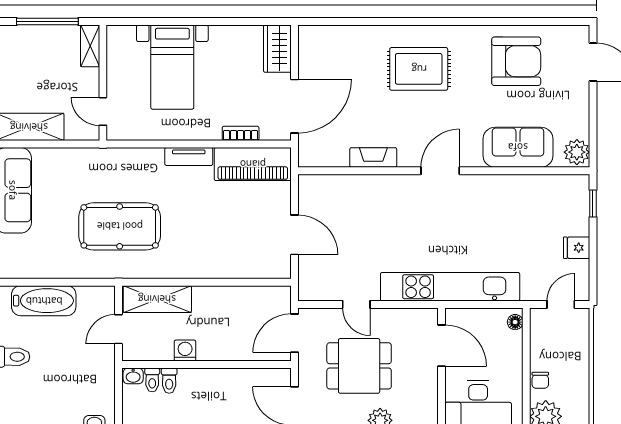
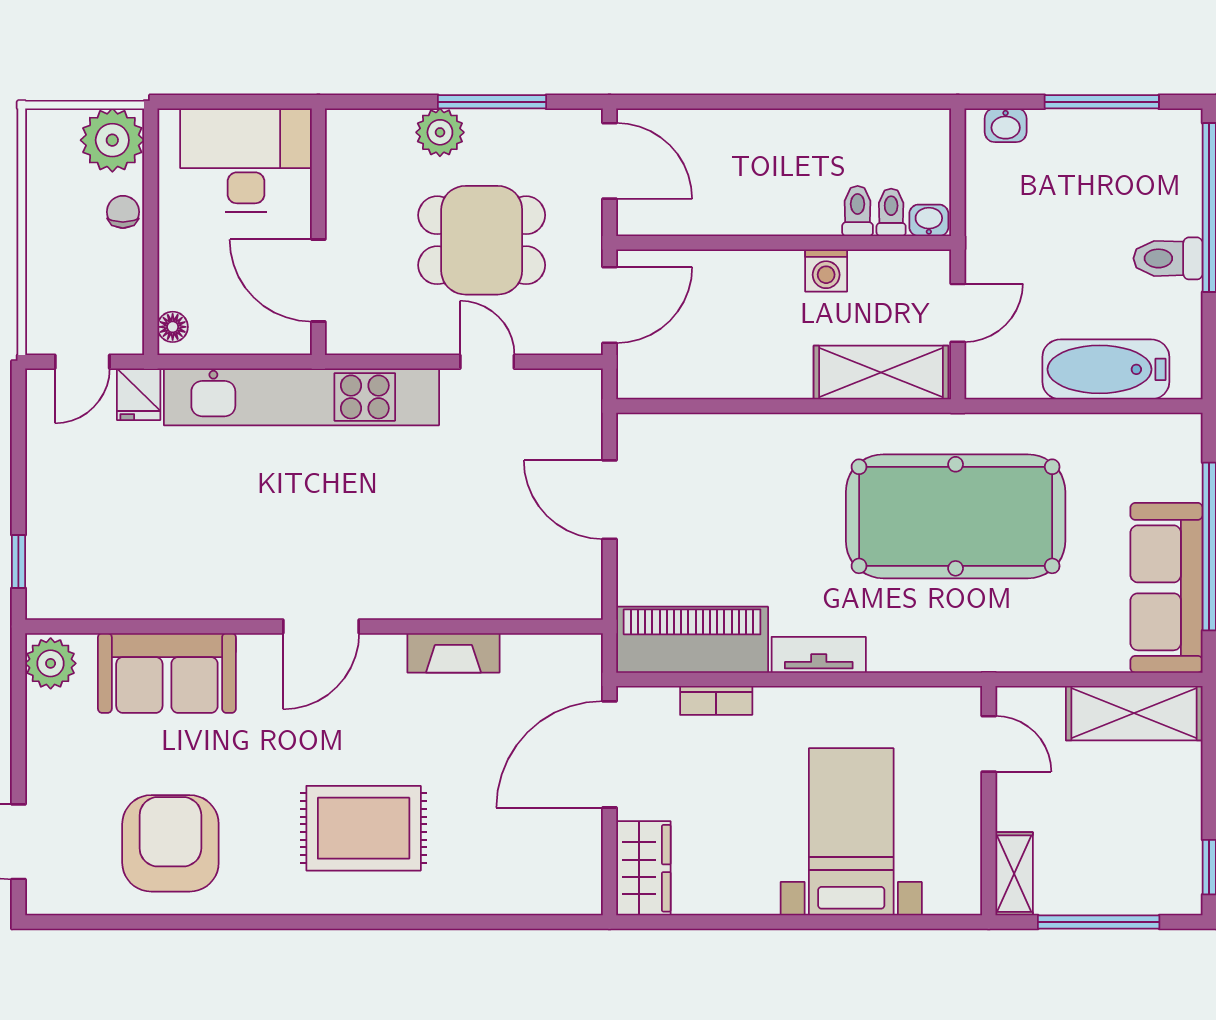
armchair: (516, 61) -> (170, 843), turned 90
pool table: (120, 226) -> (956, 516), width x1.36, depth x1.32
fridge: (577, 248) -> (139, 394), moved, turned 90

